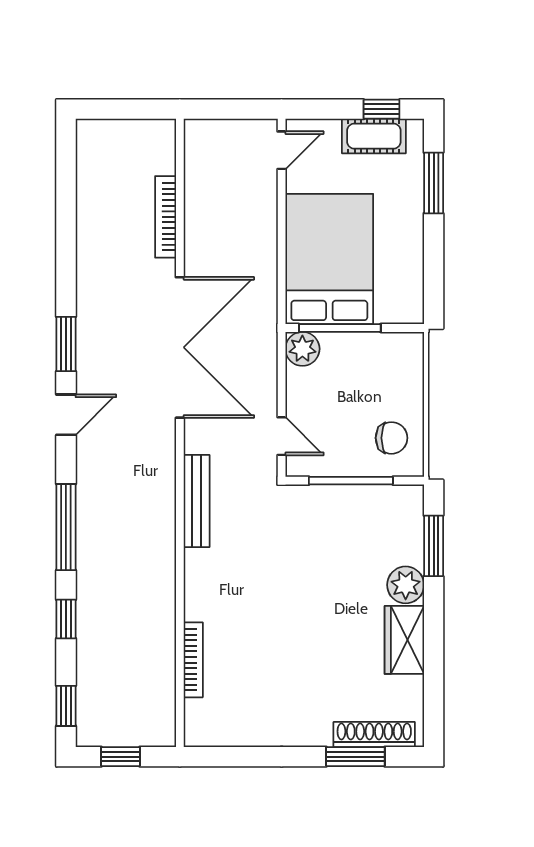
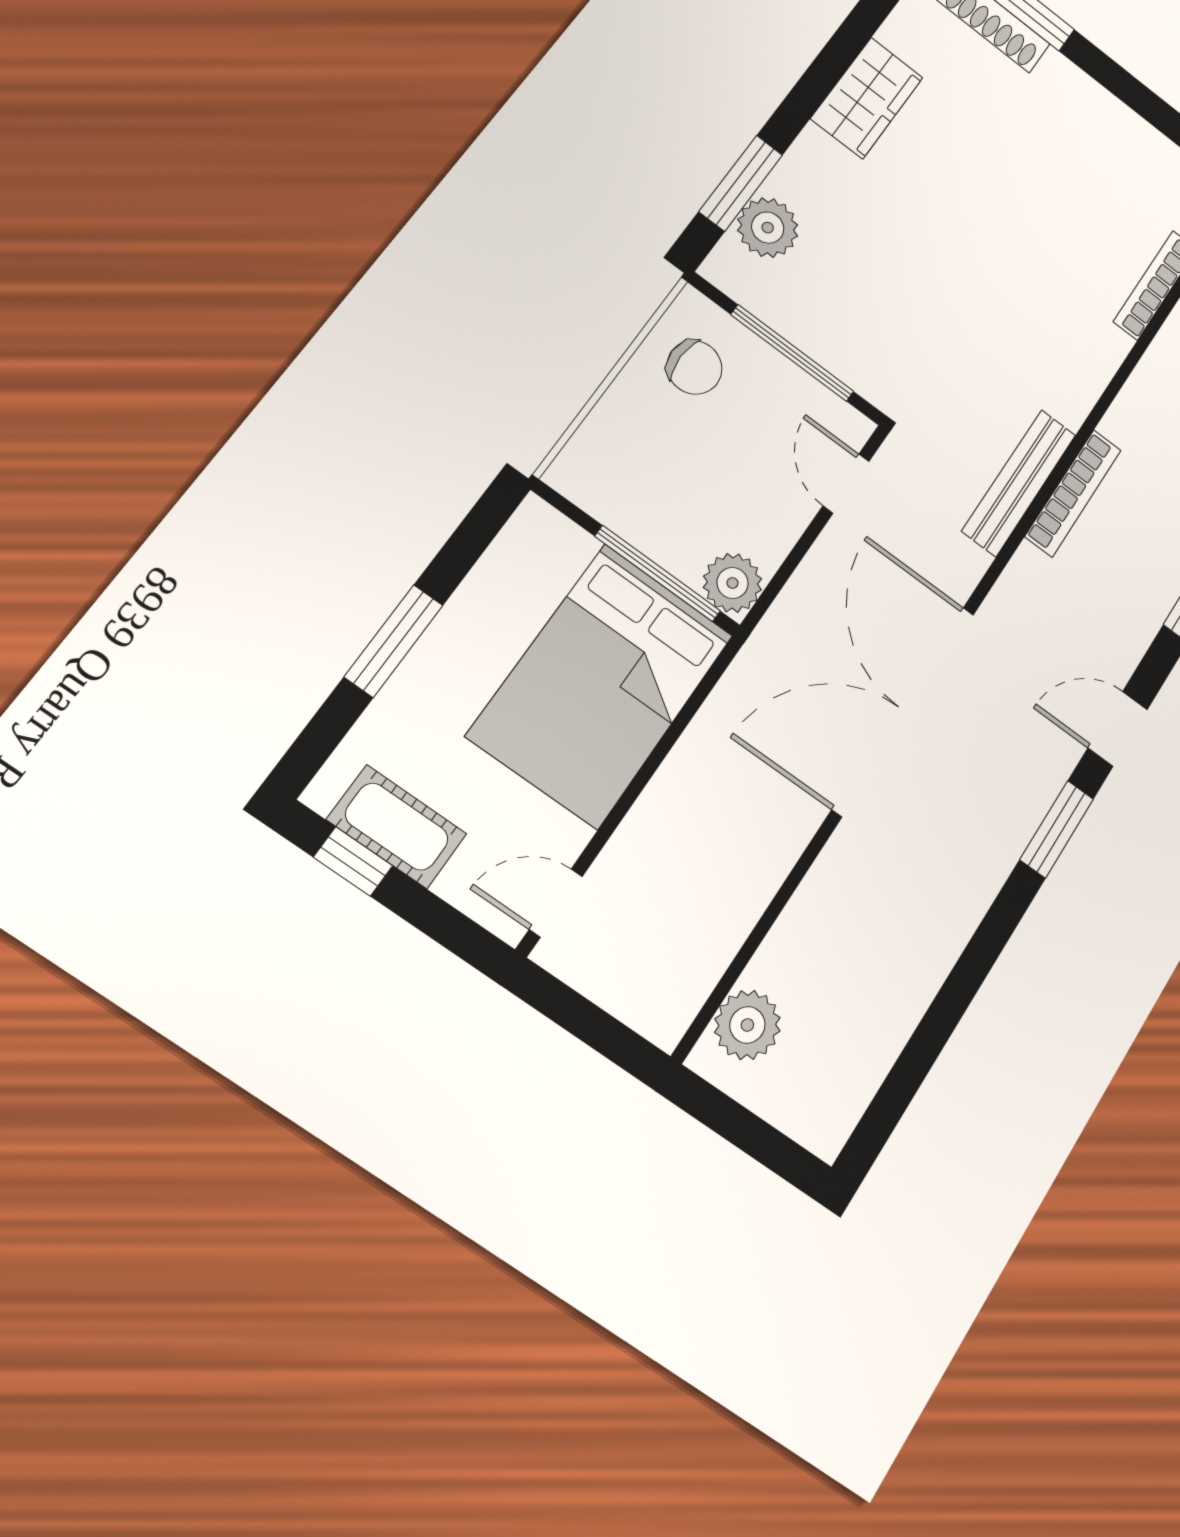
plant: (157, 155) -> (747, 1025), added
window: (434, 183) -> (394, 641), moved
bookcase: (166, 217) -> (1073, 493), moved
chair: (391, 438) -> (695, 367), turned 180
plant: (406, 585) -> (768, 228), moved

